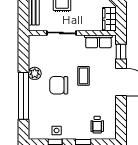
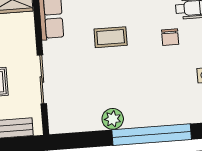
chair: (59, 85) -> (170, 37), moved, width x0.54, depth x0.54

